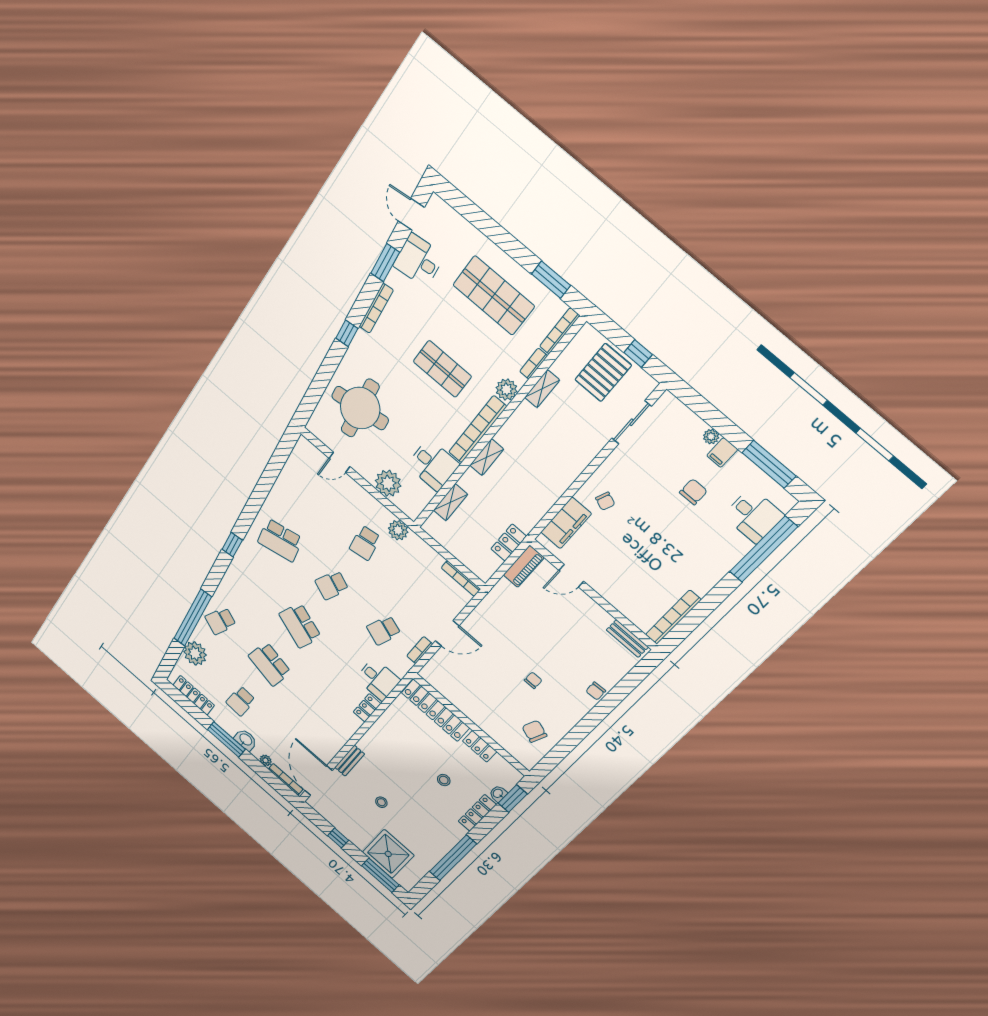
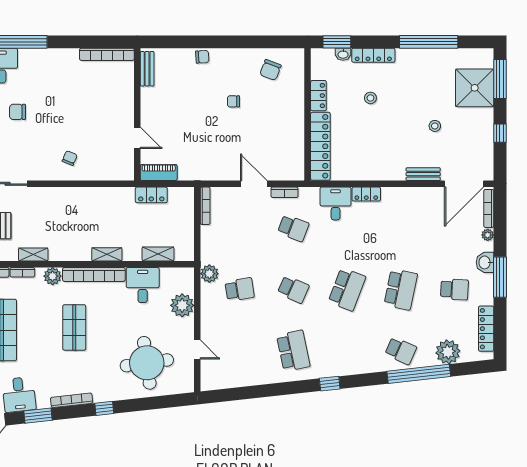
filing cabinet: (566, 523) -> (105, 170), removed

